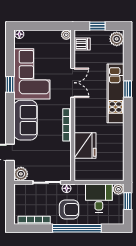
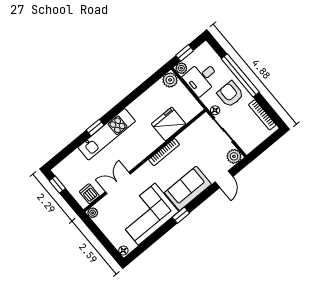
window: (97, 26) -> (57, 185), moved
plant: (117, 39) -> (170, 80), moved
double door: (73, 83) -> (118, 183), moved
window: (10, 84) -> (181, 215), moved

